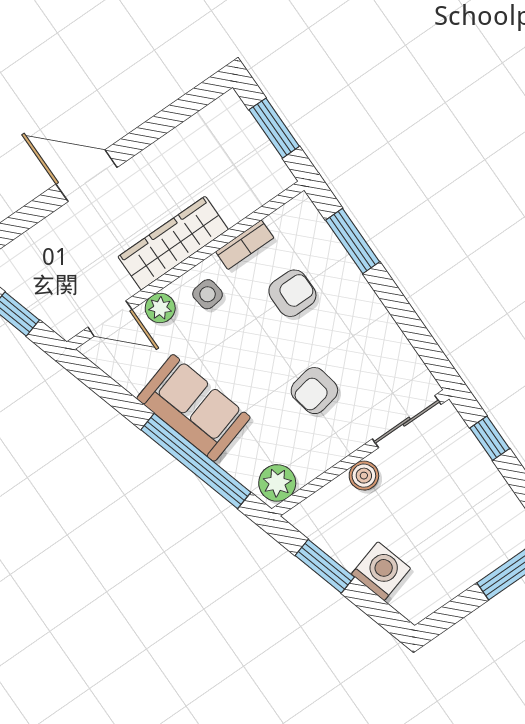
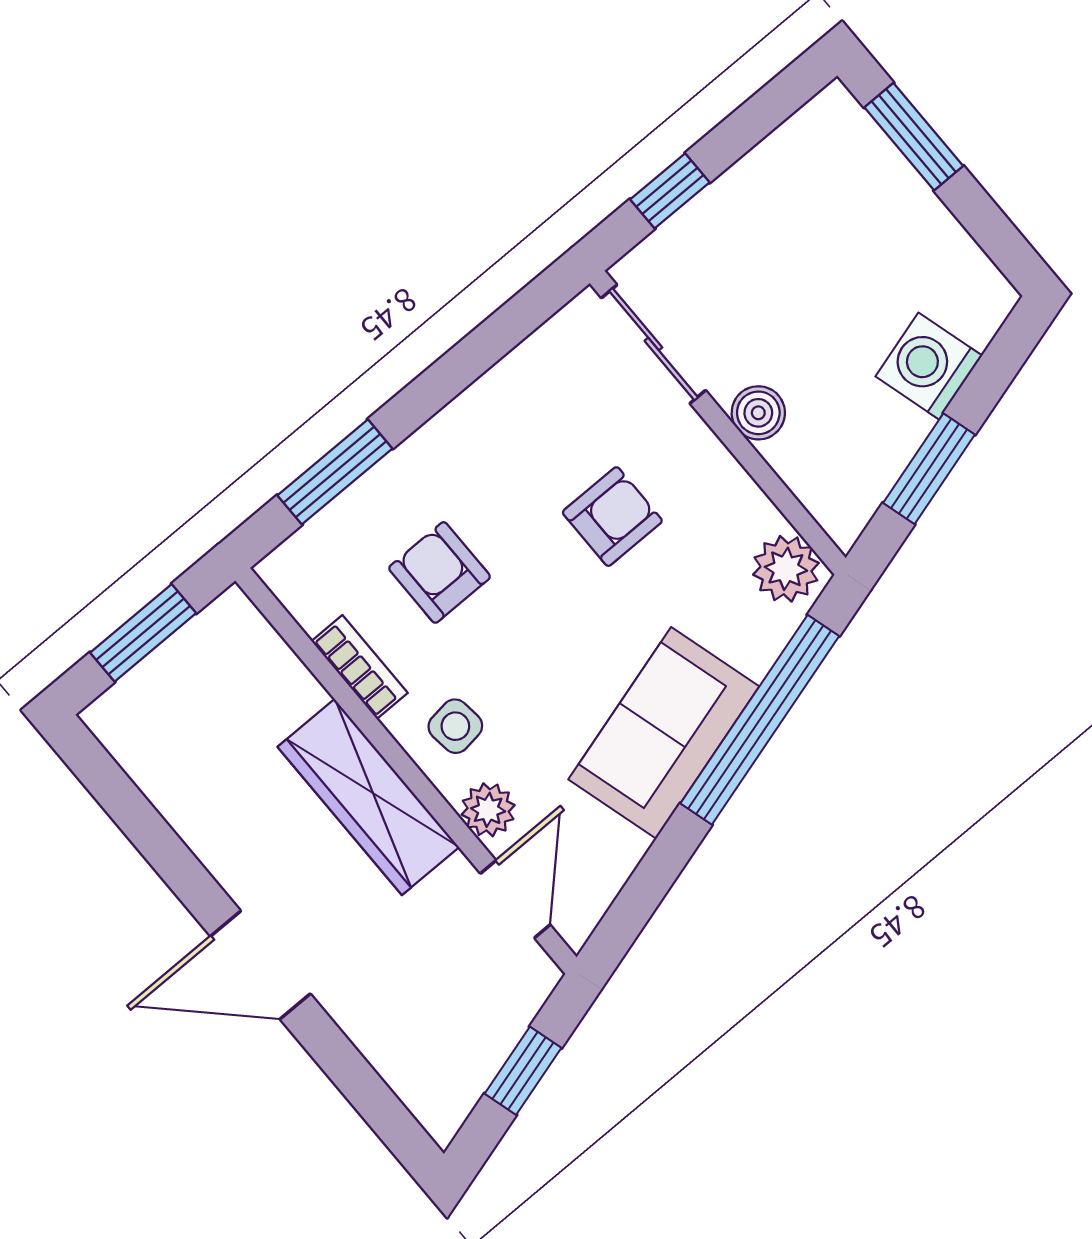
door: (87, 176) -> (260, 965), hinge flipped
armchair: (314, 391) -> (612, 517), turned -79

